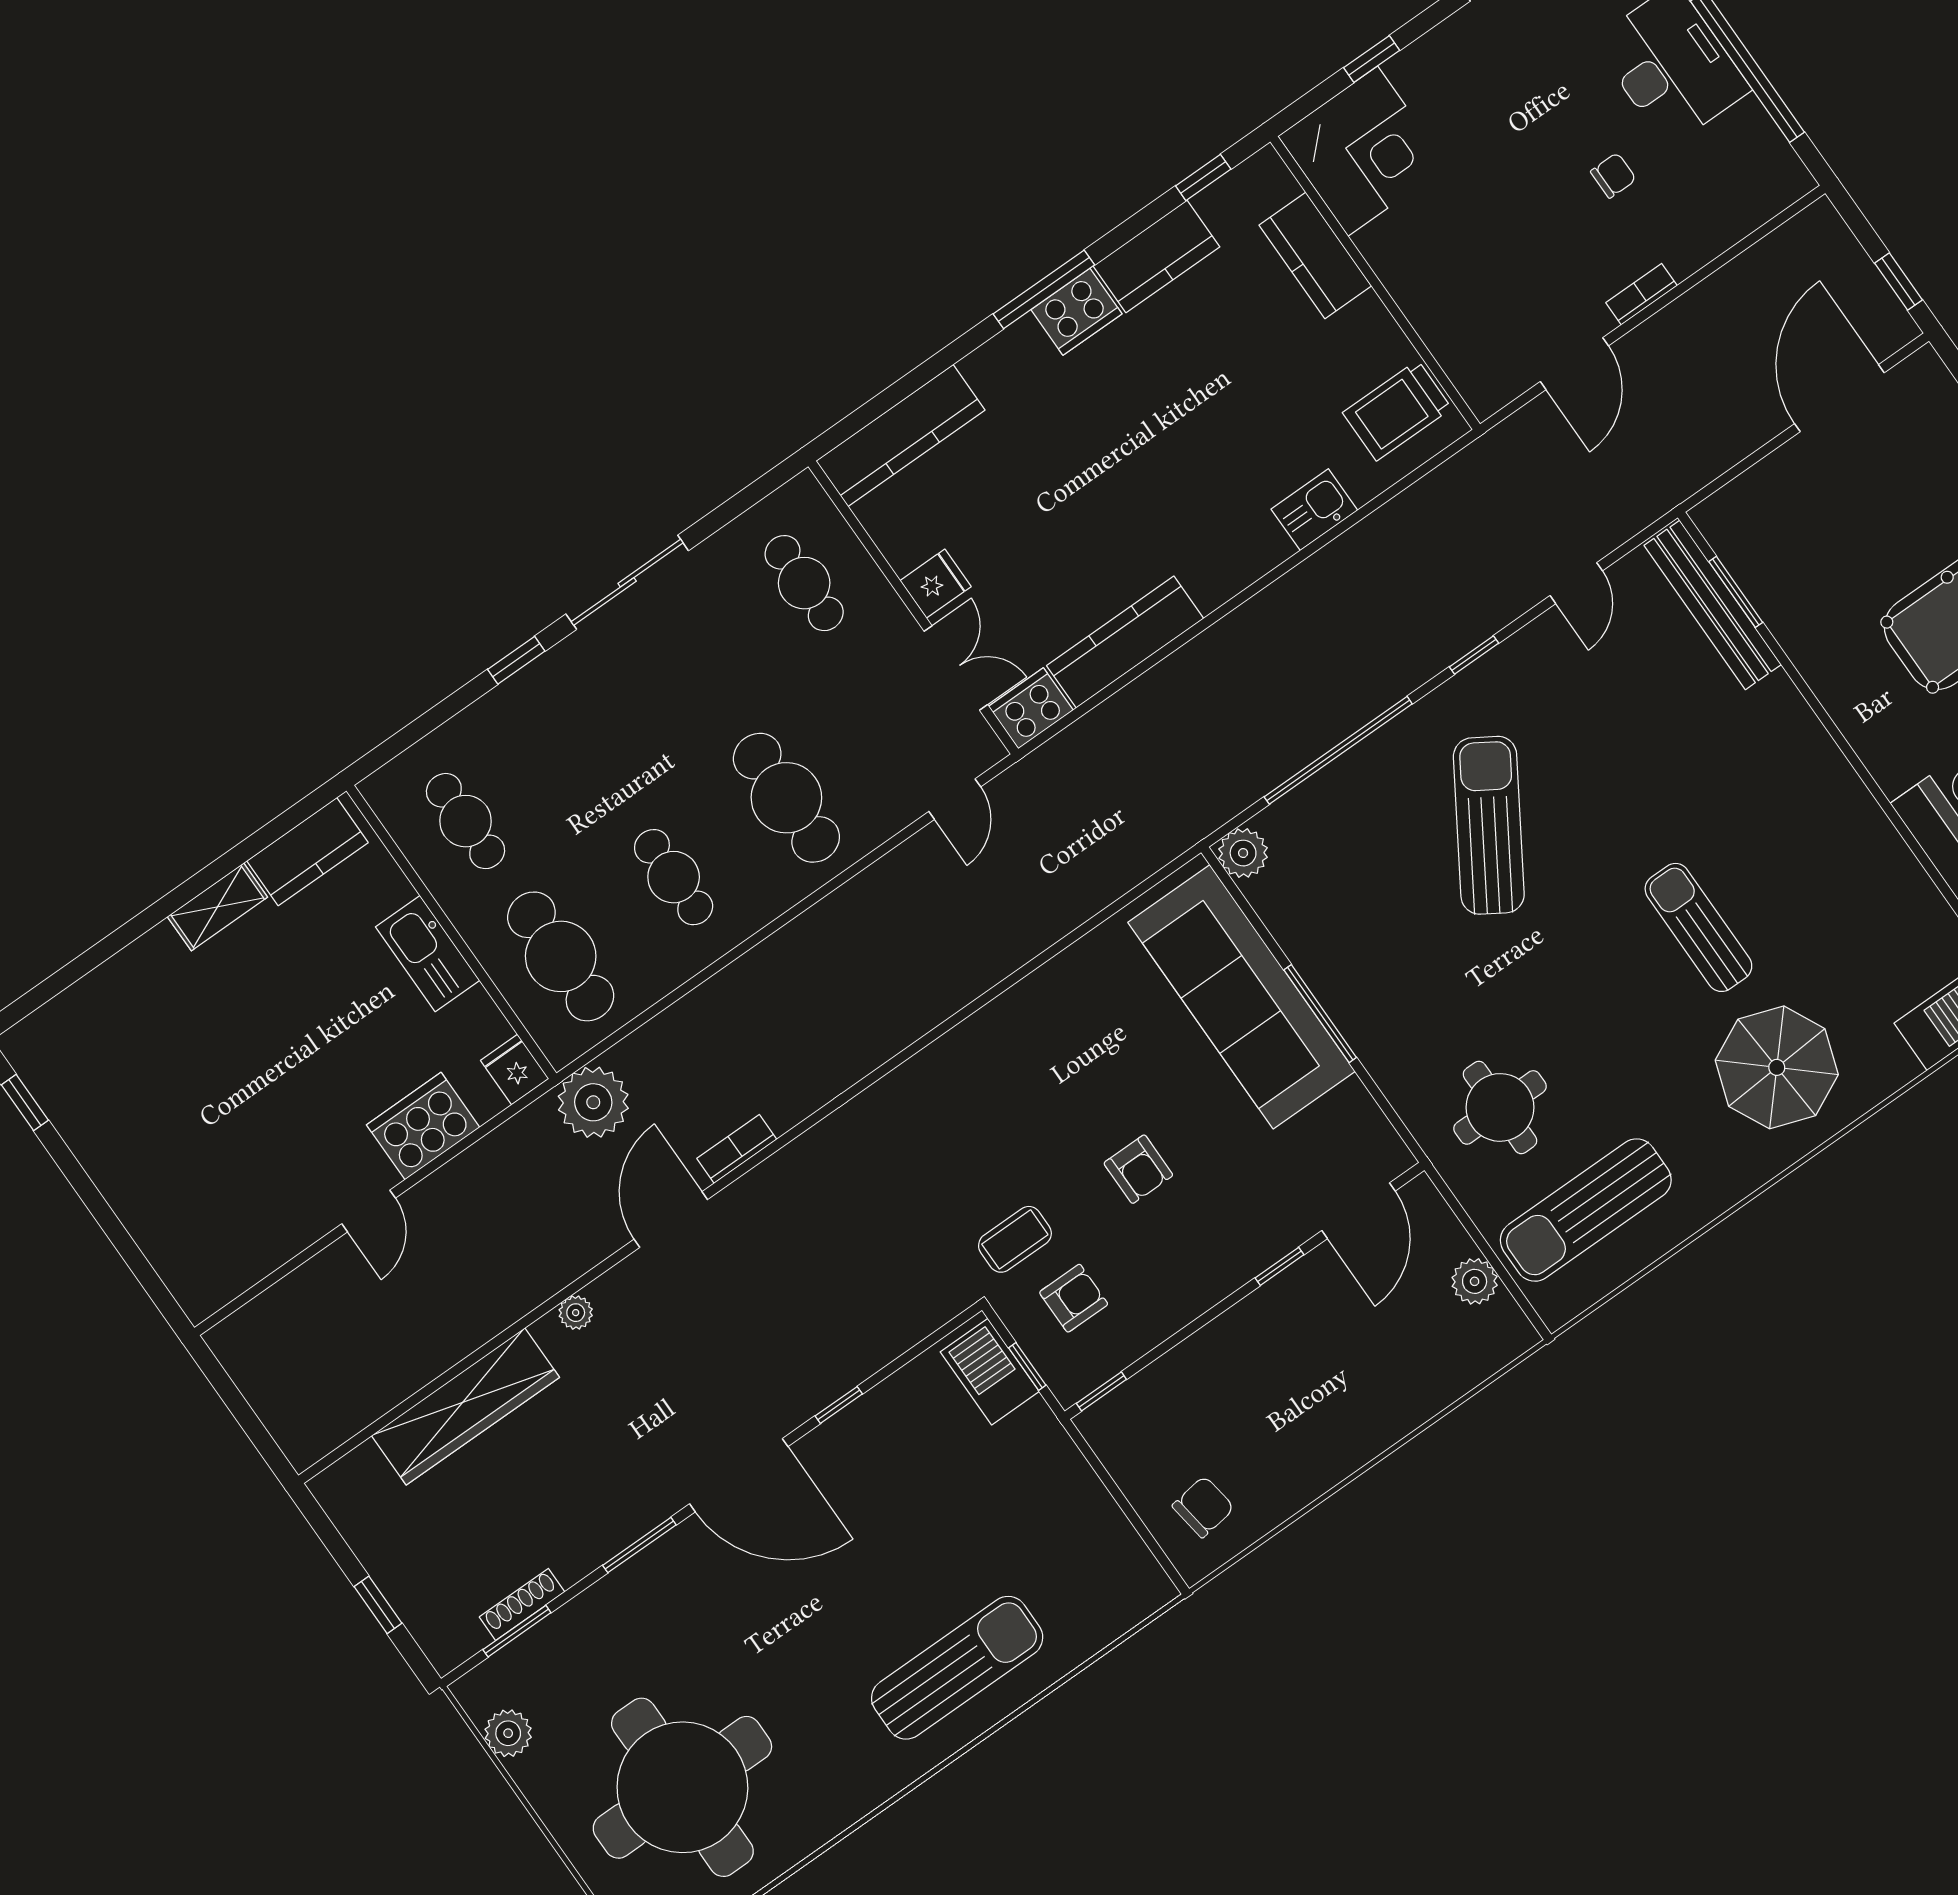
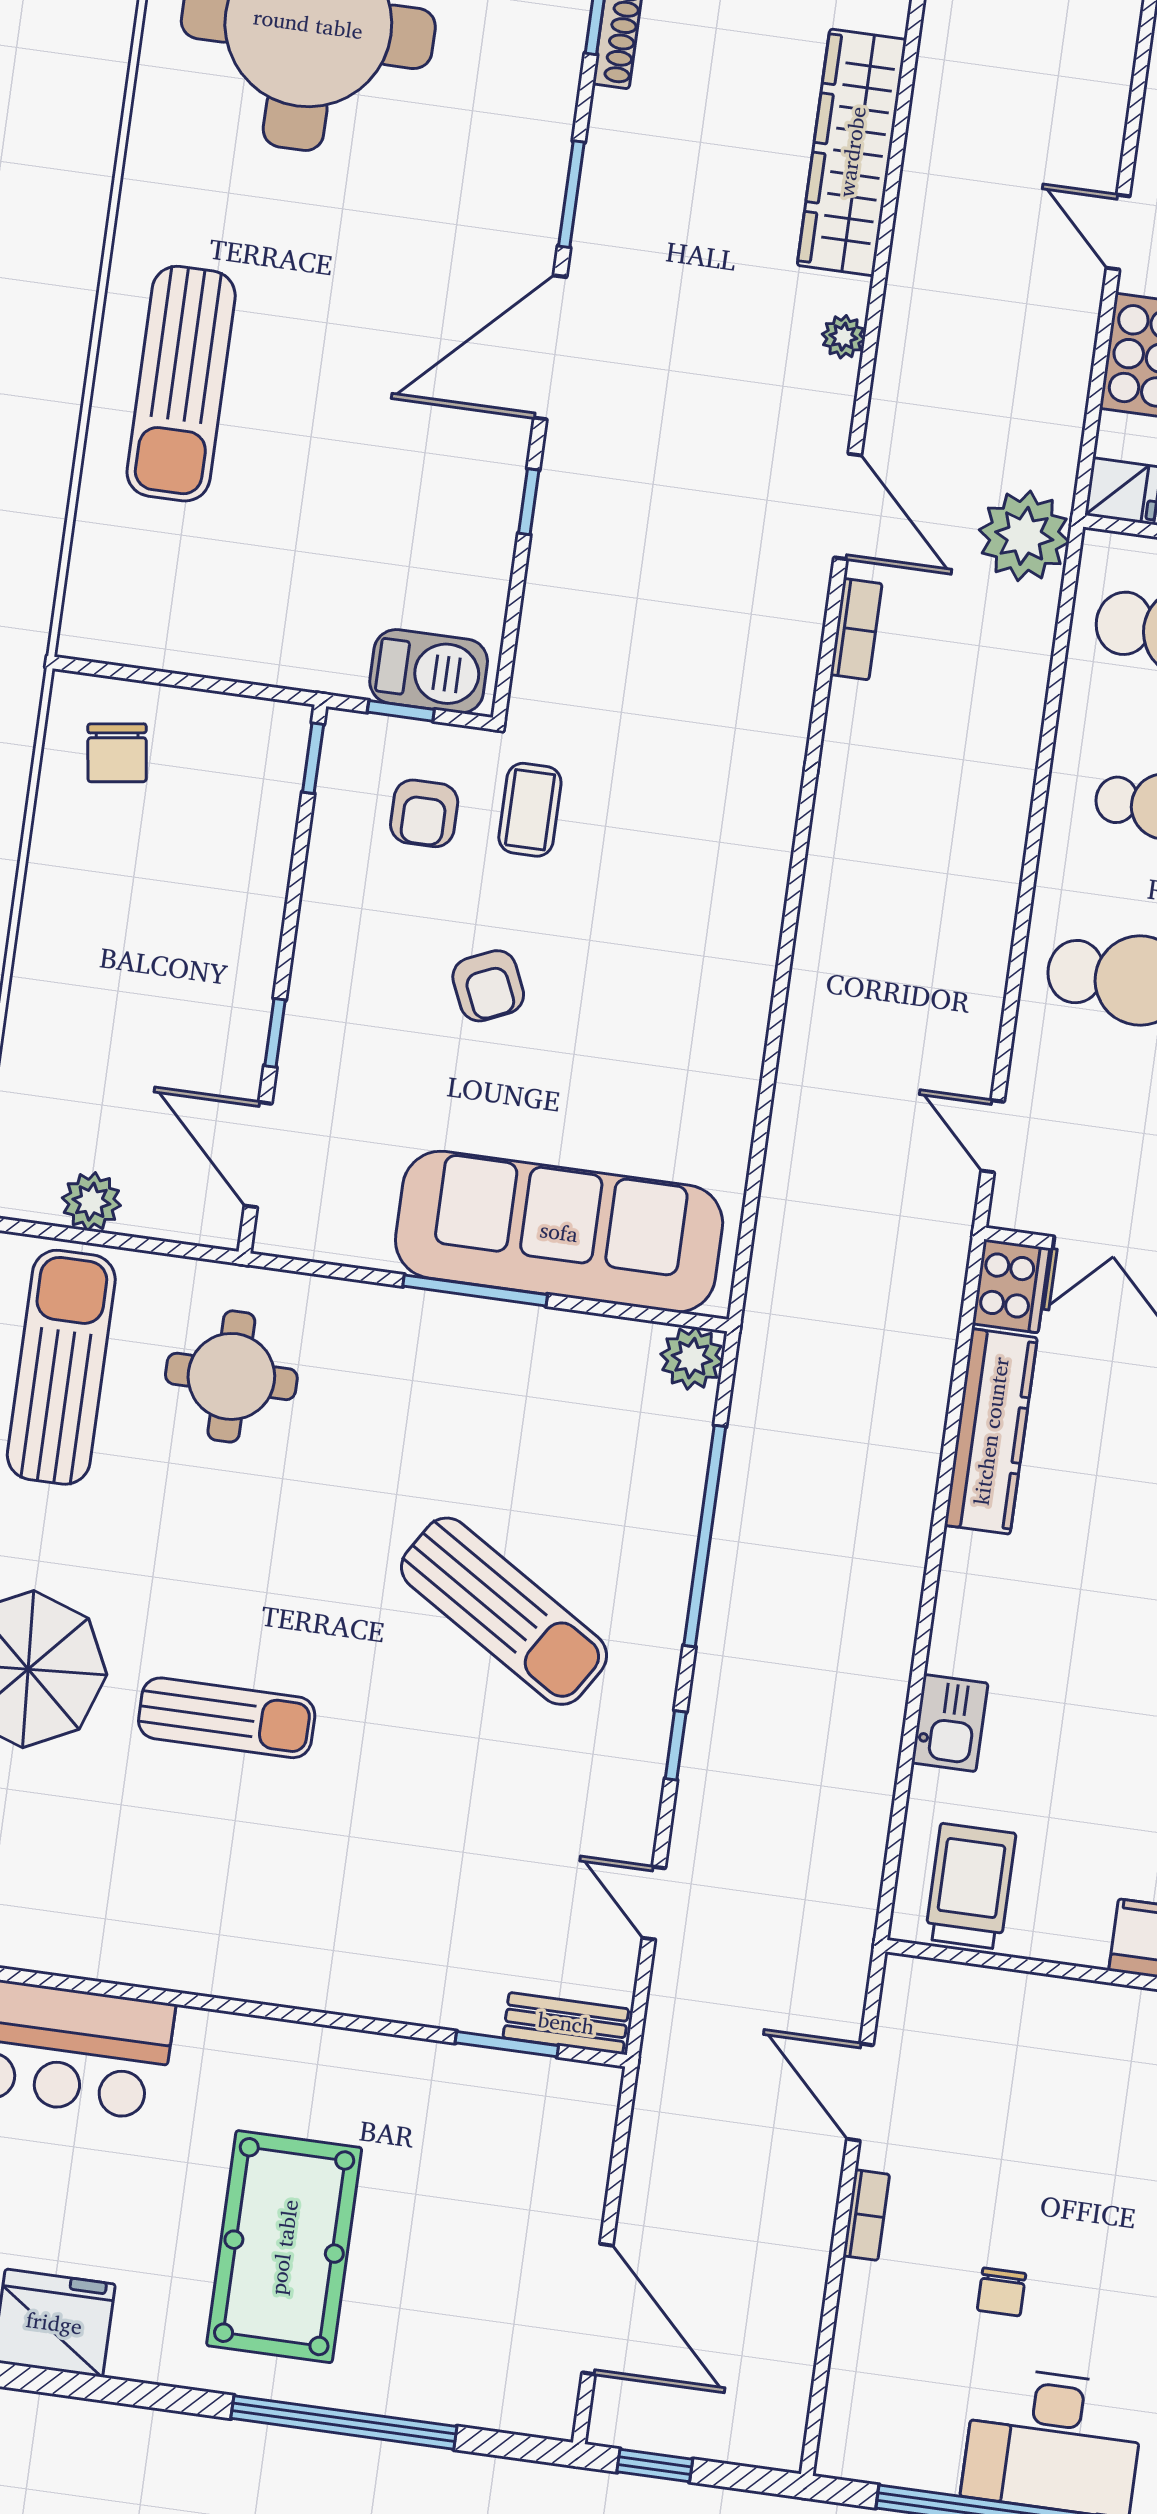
bench: (1713, 605) -> (566, 2023), width x0.54, depth x0.82
armchair: (1138, 1169) -> (488, 986), turned -114

